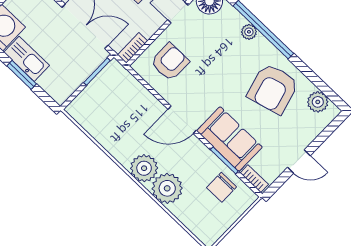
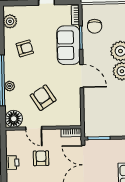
armchair: (170, 62) -> (43, 98), moved, turned 57
armchair: (273, 89) -> (25, 48), width x0.53, depth x0.53
chair: (222, 187) -> (95, 26), turned 90

